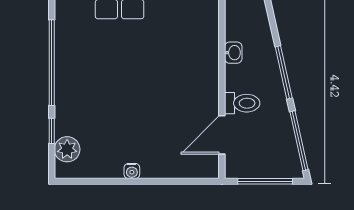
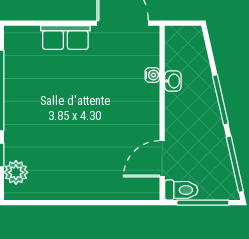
toilet: (242, 103) -> (181, 190), moved
water cooler: (132, 171) -> (152, 75), moved, turned -90

